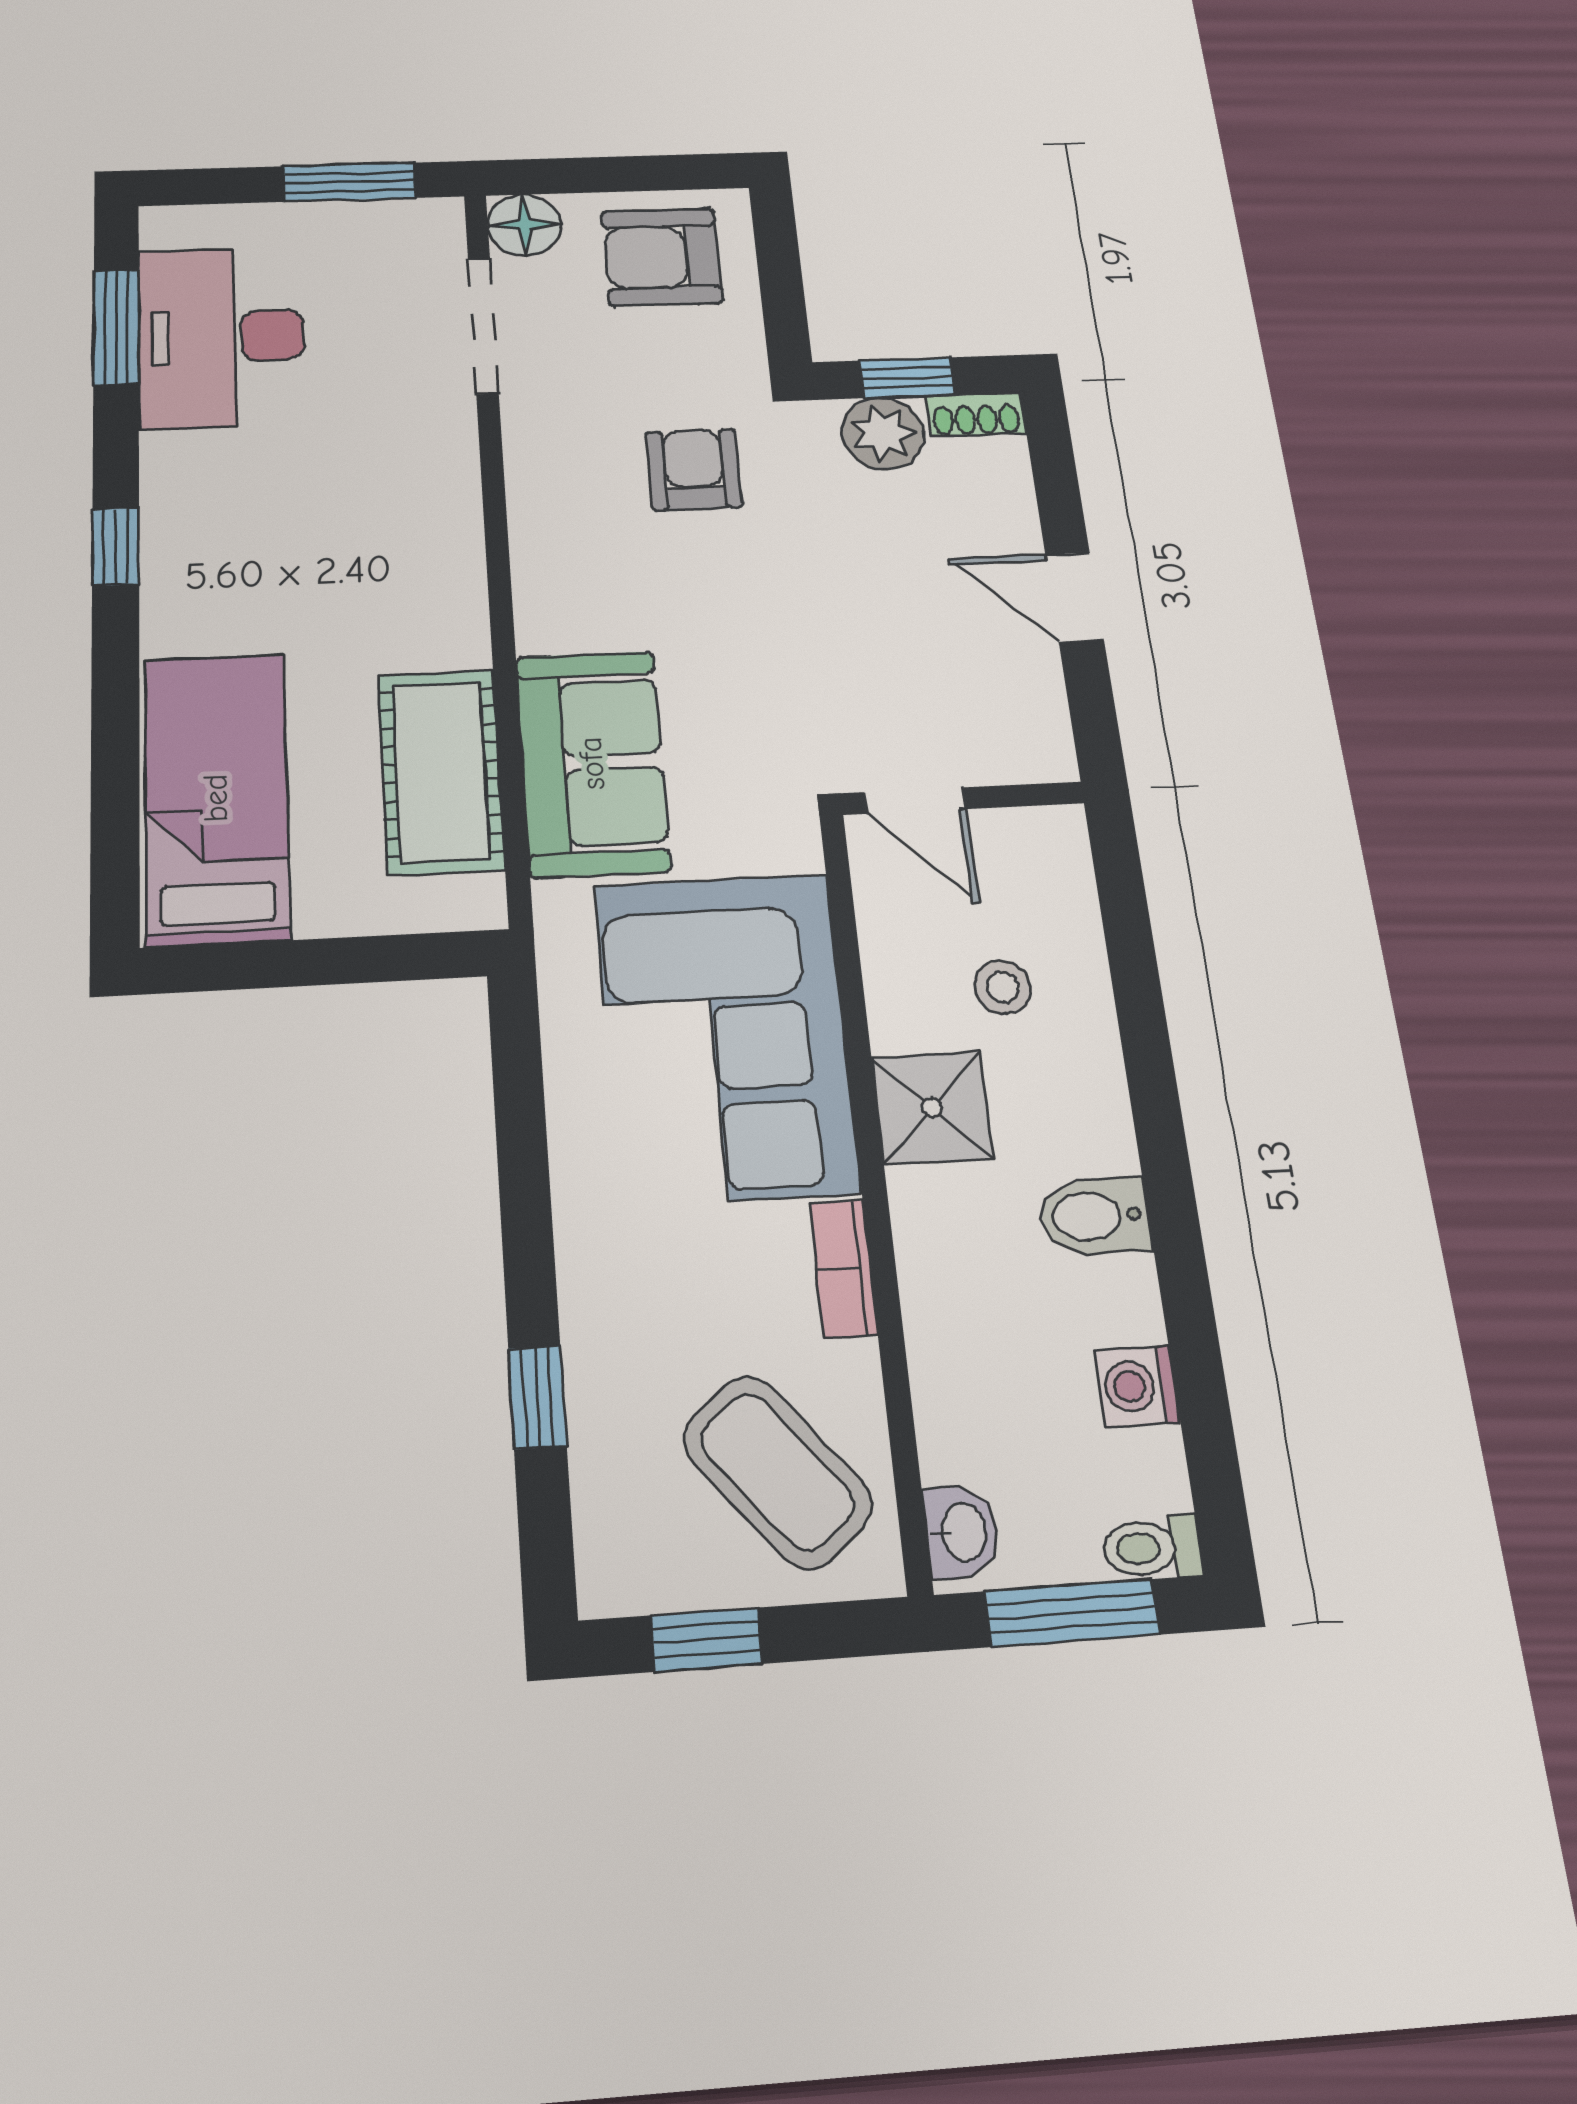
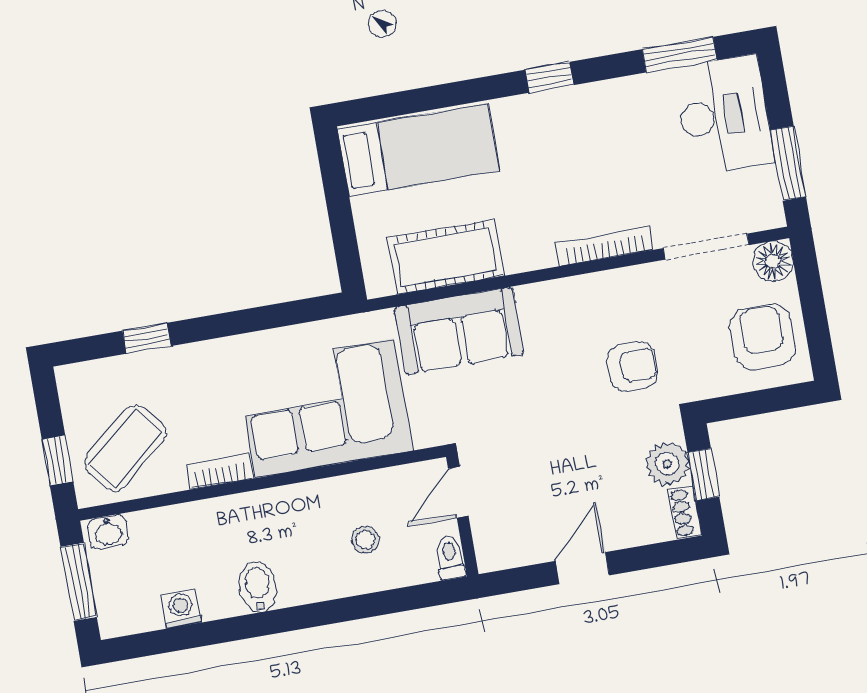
desk: (221, 337) -> (724, 115), moved, turned 90
bookcase: (459, 490) -> (605, 246), added
shower: (932, 1108) -> (301, 509), removed
toilet: (1152, 1548) -> (450, 557), moved
window: (707, 1640) -> (58, 460), moved

